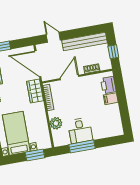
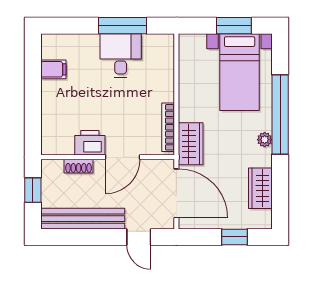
printer: (108, 85) -> (90, 143), moved, turned -90
filing cabinet: (111, 99) -> (53, 69), moved
plant: (56, 123) -> (163, 77), removed
window: (35, 155) -> (234, 26), moved

